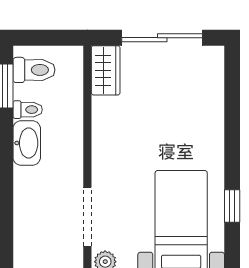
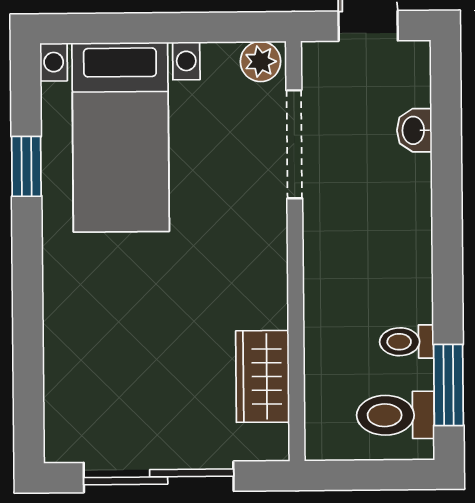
wardrobe: (106, 70) -> (262, 376), moved
washbasin: (27, 143) -> (414, 130), moved, width x0.52, depth x0.69

